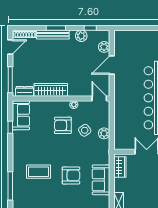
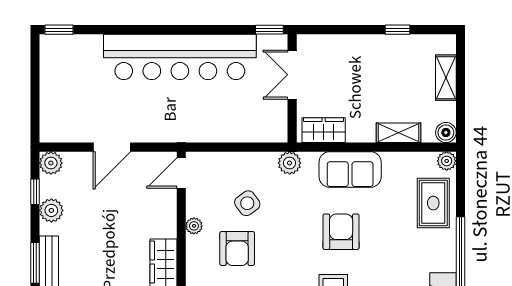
plant: (104, 47) -> (51, 163), moved
door: (112, 65) -> (112, 147), hinge flipped
plant: (104, 133) -> (290, 163), moved

